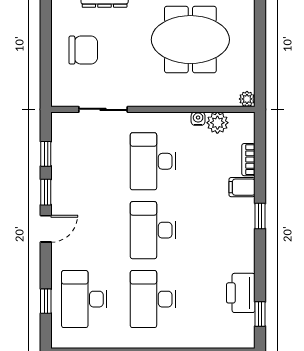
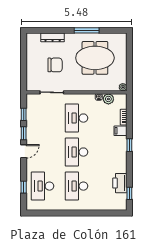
chair: (83, 50) -> (55, 65), moved

